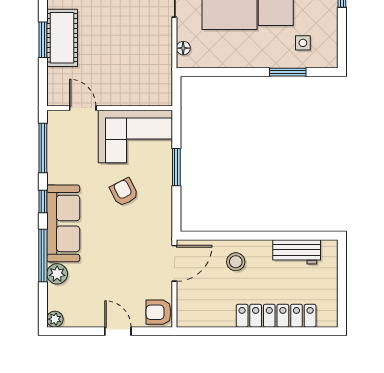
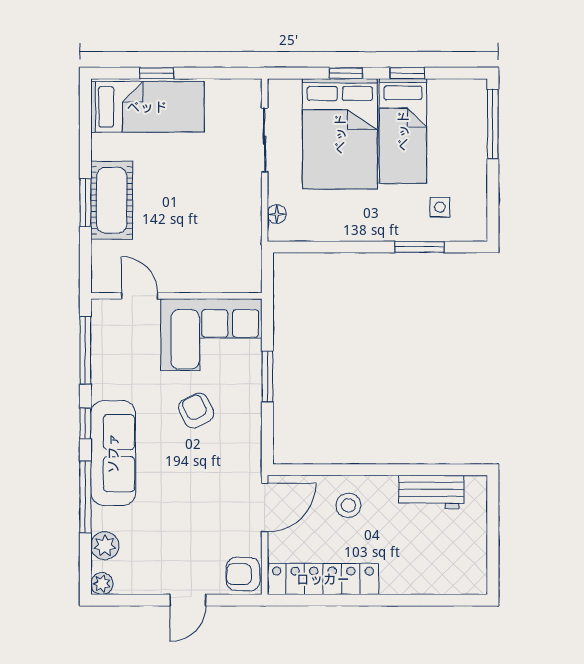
plant: (57, 274) -> (105, 546), moved
locker: (276, 316) -> (323, 579), moved
door: (118, 331) -> (188, 600), swing flipped

